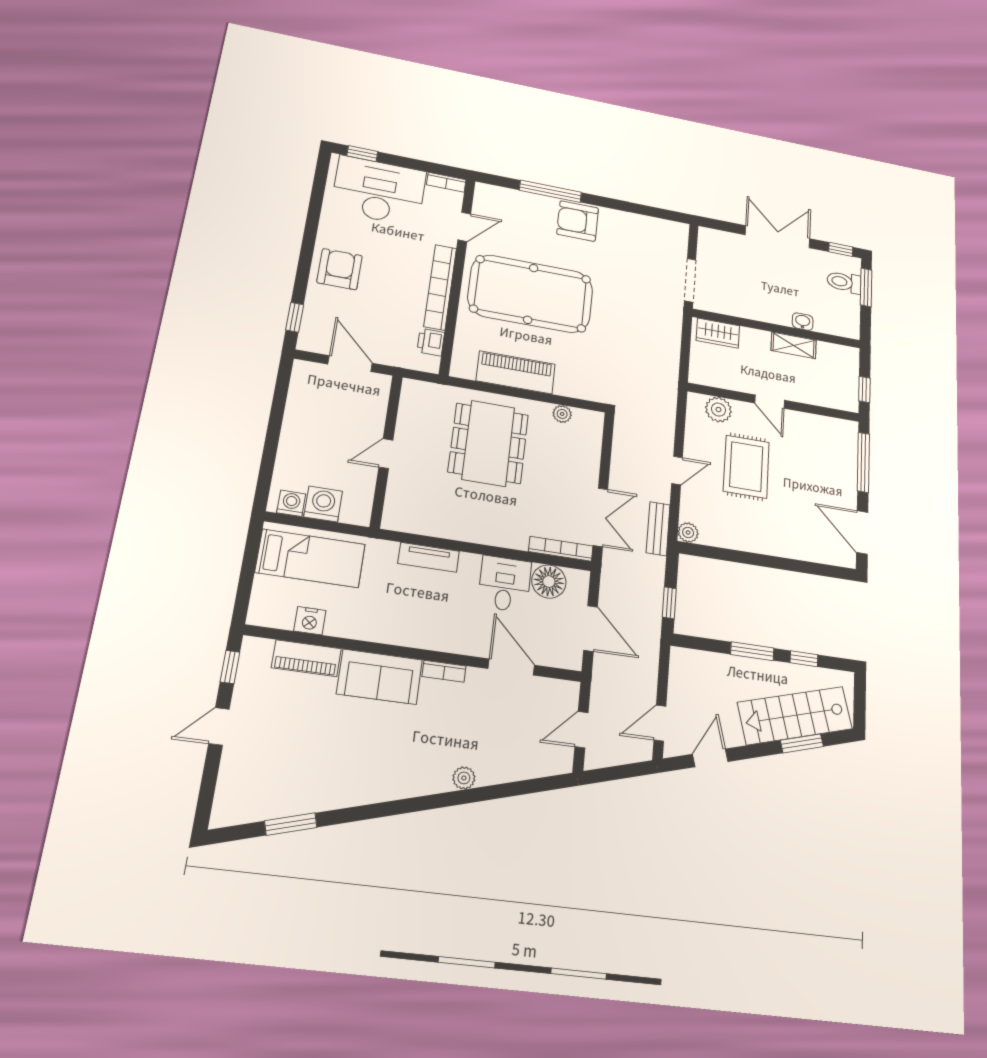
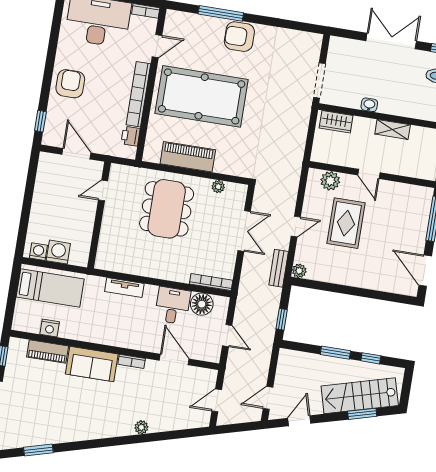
washbasin: (803, 322) -> (369, 105), moved
door: (386, 454) -> (103, 190), moved
double door: (600, 517) -> (244, 231), moved
door: (591, 628) -> (227, 336), width x0.73

